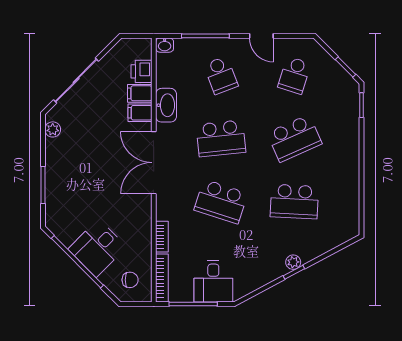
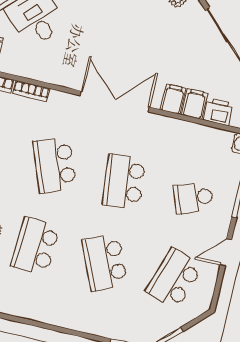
school desk: (294, 75) -> (174, 279), width x1.85
washbasin: (166, 105) -> (175, 130), removed
school desk: (221, 202) -> (55, 165), turned -39

